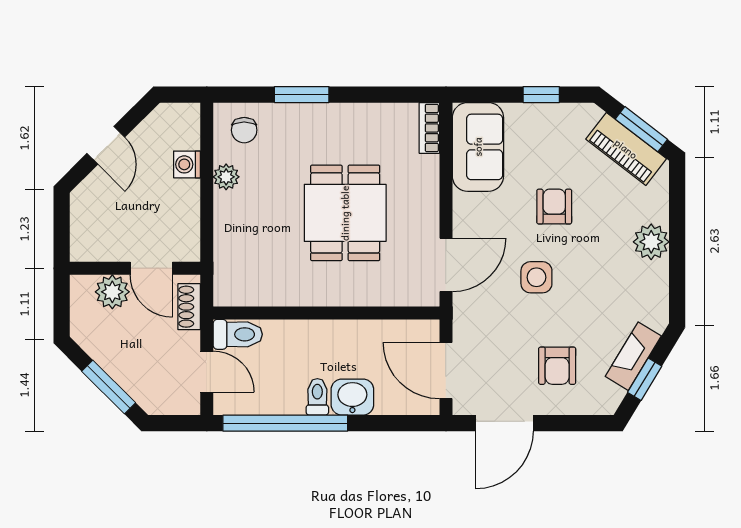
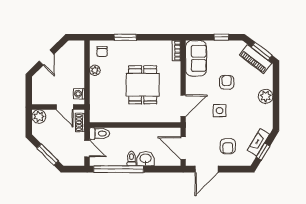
washing machine: (187, 164) -> (79, 94), moved
plant: (112, 292) -> (39, 116), moved

